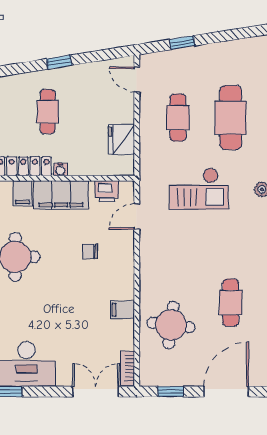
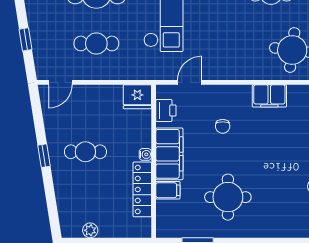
cafe table: (48, 112) -> (85, 152), moved
fridge: (121, 139) -> (137, 97), moved
door: (137, 217) -> (190, 82), swing flipped
filing cabinet: (122, 310) -> (269, 96), width x2.00

